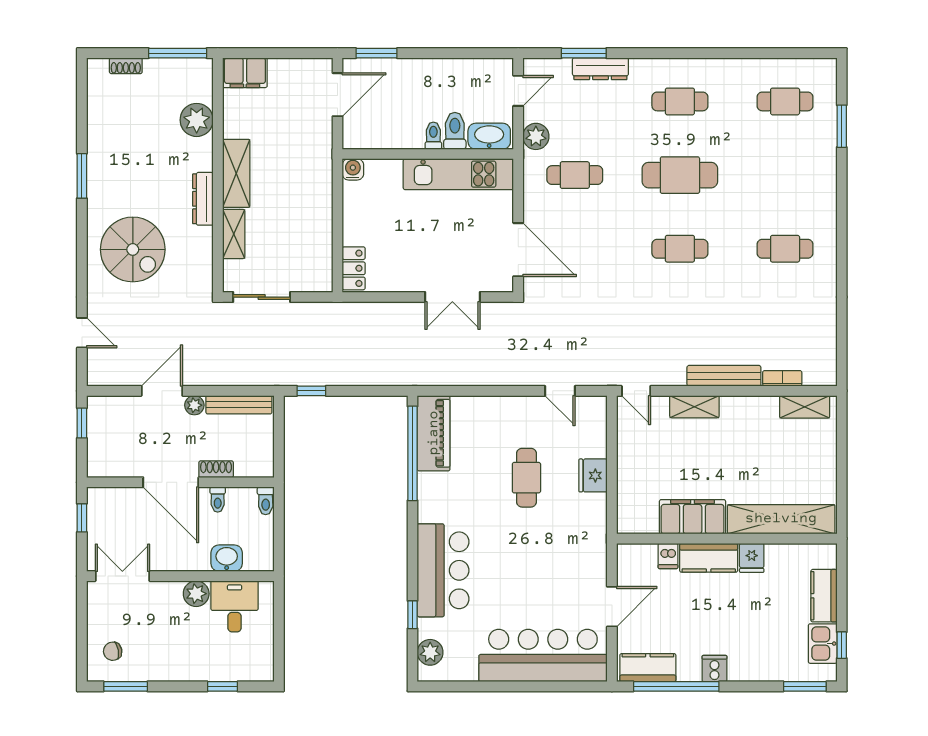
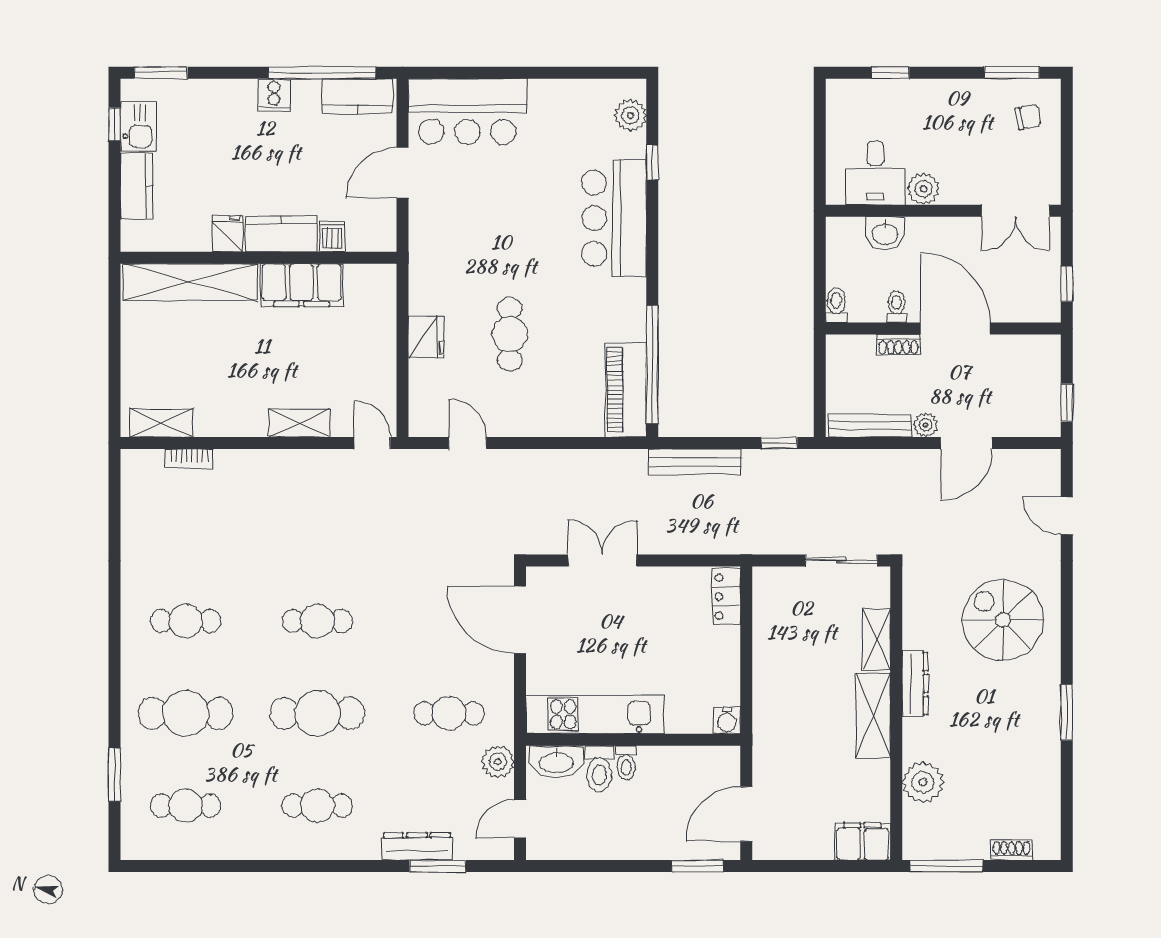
cafe table: (785, 175) -> (186, 713), added
bench: (724, 376) -> (695, 462), moved
bar counter: (543, 655) -> (467, 111), width x0.73

